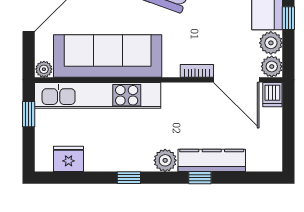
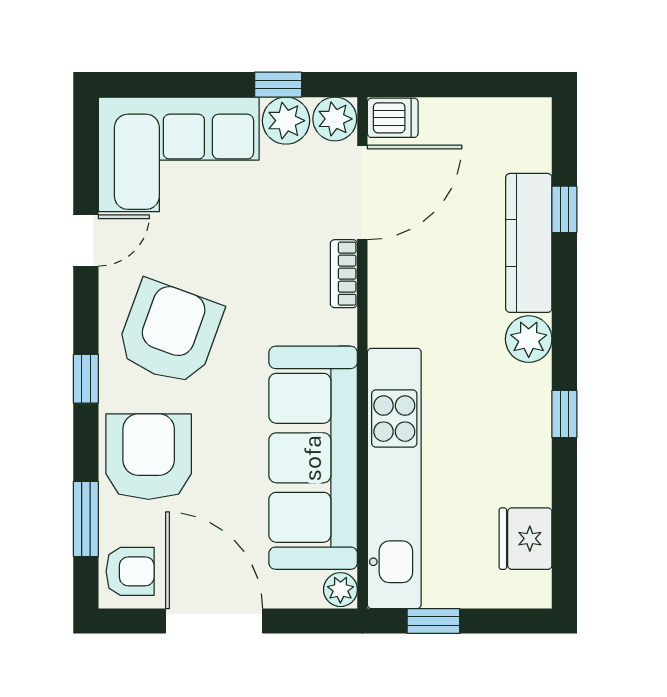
window: (288, 18) -> (278, 85), moved
window: (200, 178) -> (564, 209), moved

